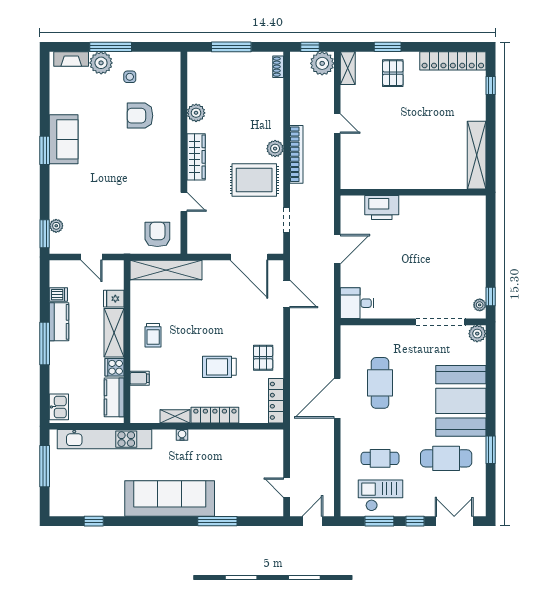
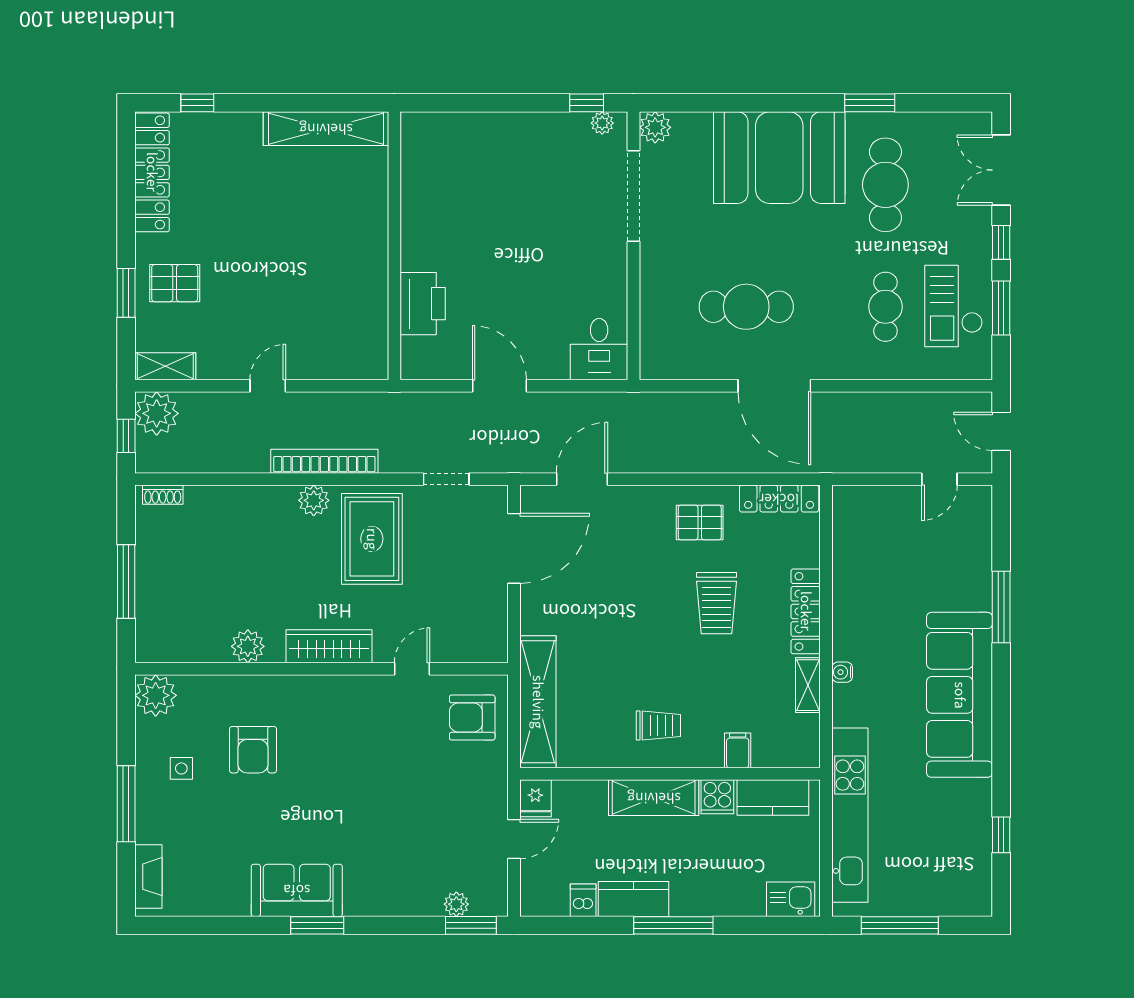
plant: (101, 63) -> (156, 695), moved
fridge: (114, 299) -> (535, 798), moved

